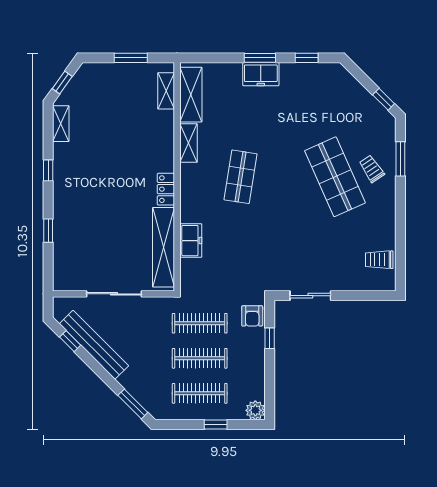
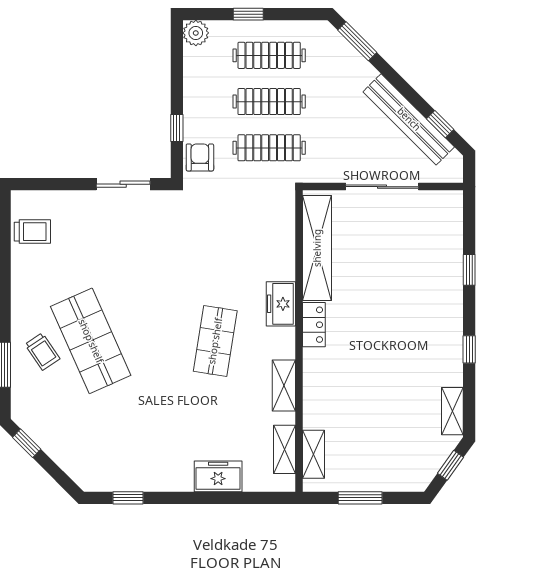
window: (260, 58) -> (190, 498), removed
freezer: (261, 74) -> (218, 476), moved
shelving: (191, 95) -> (285, 449), width x0.67, depth x0.75
freezer: (191, 241) -> (281, 304), moved

